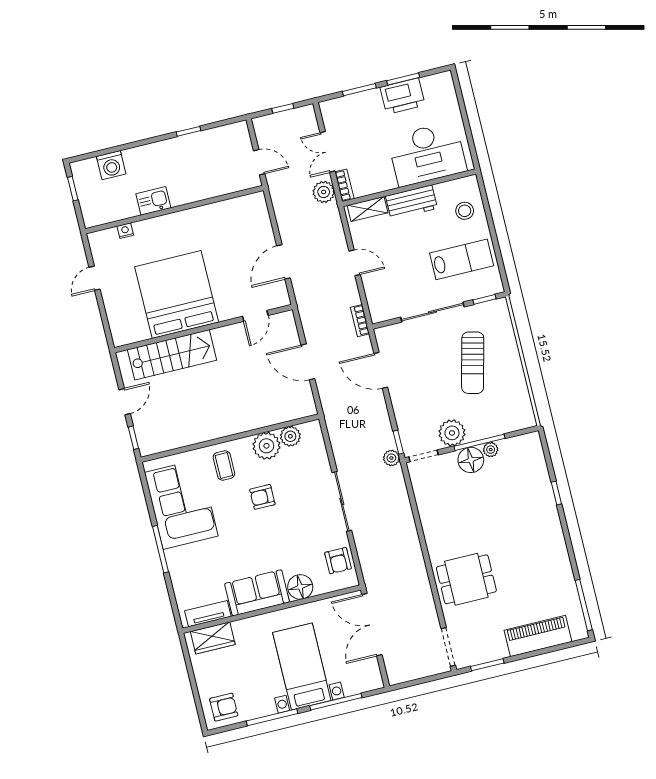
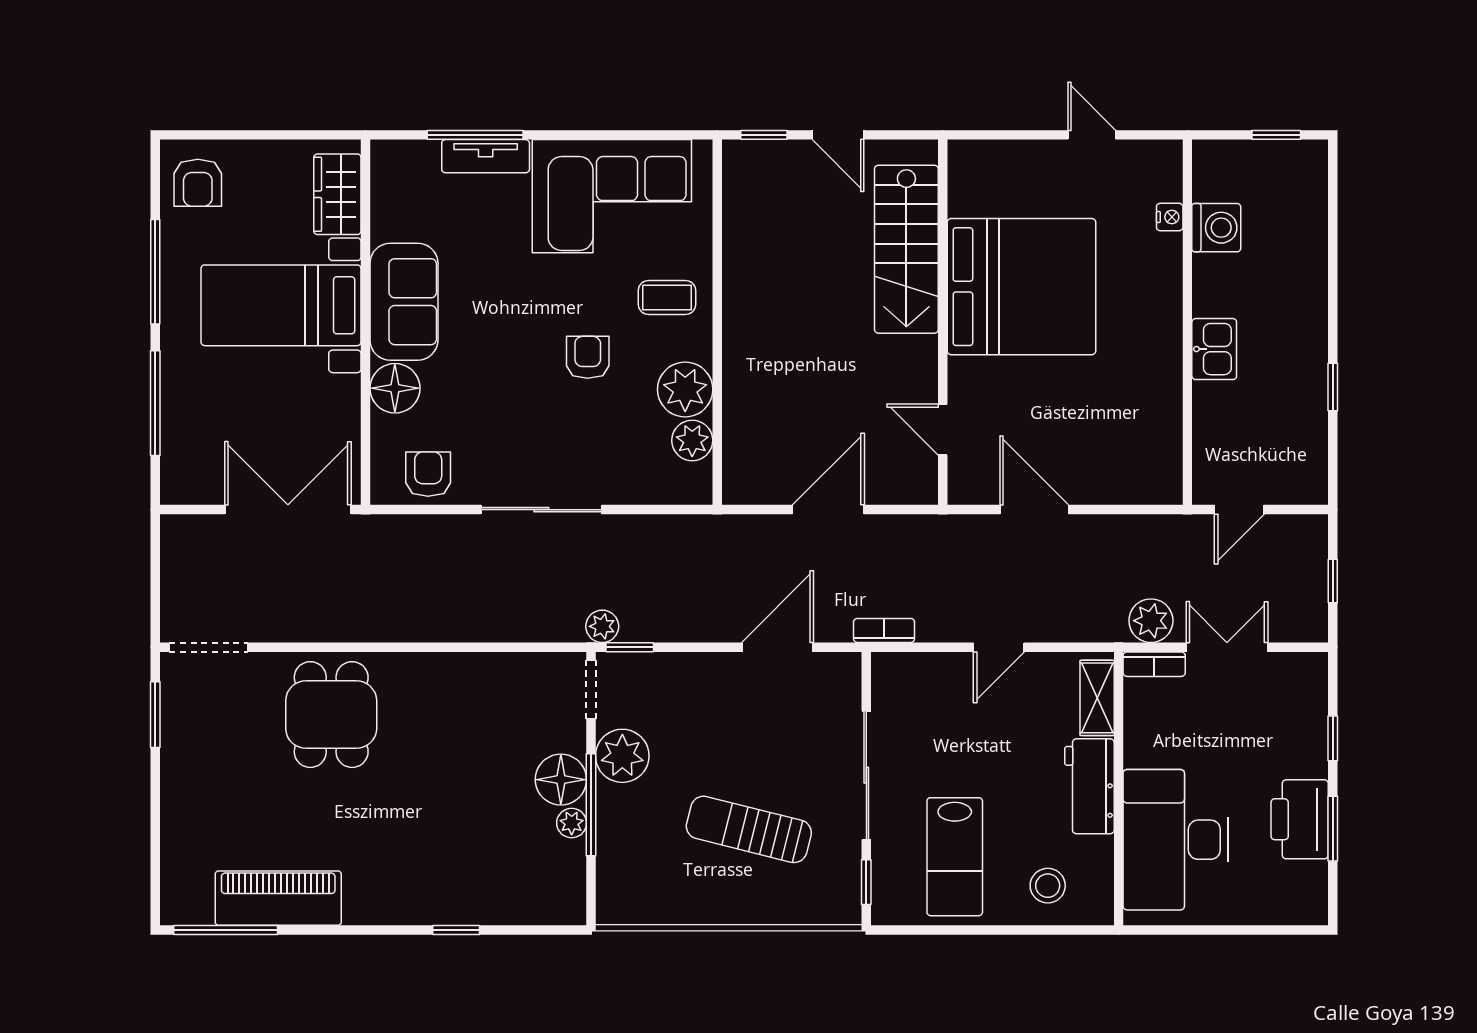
window: (359, 90) -> (1333, 738), width x0.67
washing machine: (111, 165) -> (1216, 228), moved, turned 180
kitchen sink: (153, 201) -> (1214, 349), moved
window: (161, 549) -> (475, 135), moved
armchair: (338, 561) -> (428, 474), turned 90
tv unit: (208, 614) -> (486, 156), moved, turned 90
piano: (538, 636) -> (278, 898), moved, turned -90
bed with nightstands: (302, 667) -> (281, 305), moved, turned 180

